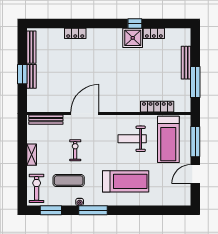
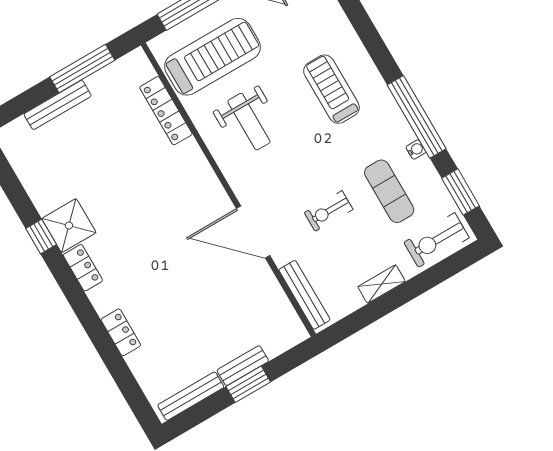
locker: (154, 33) -> (83, 268), moved
treadmill: (126, 181) -> (331, 89), width x0.73, depth x0.73
window: (93, 210) -> (417, 117), width x1.46

